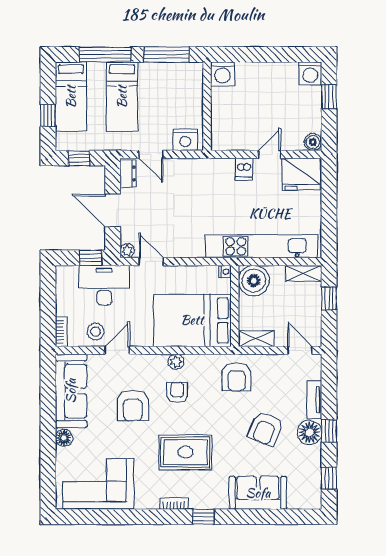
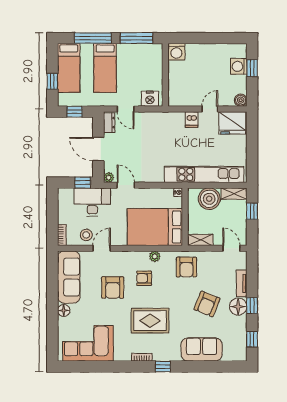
washing machine: (310, 73) -> (239, 66), moved, turned 90
boiler: (254, 281) -> (209, 199), moved
plant: (176, 362) -> (155, 256), moved
armchair: (177, 393) -> (144, 278), turned -90

